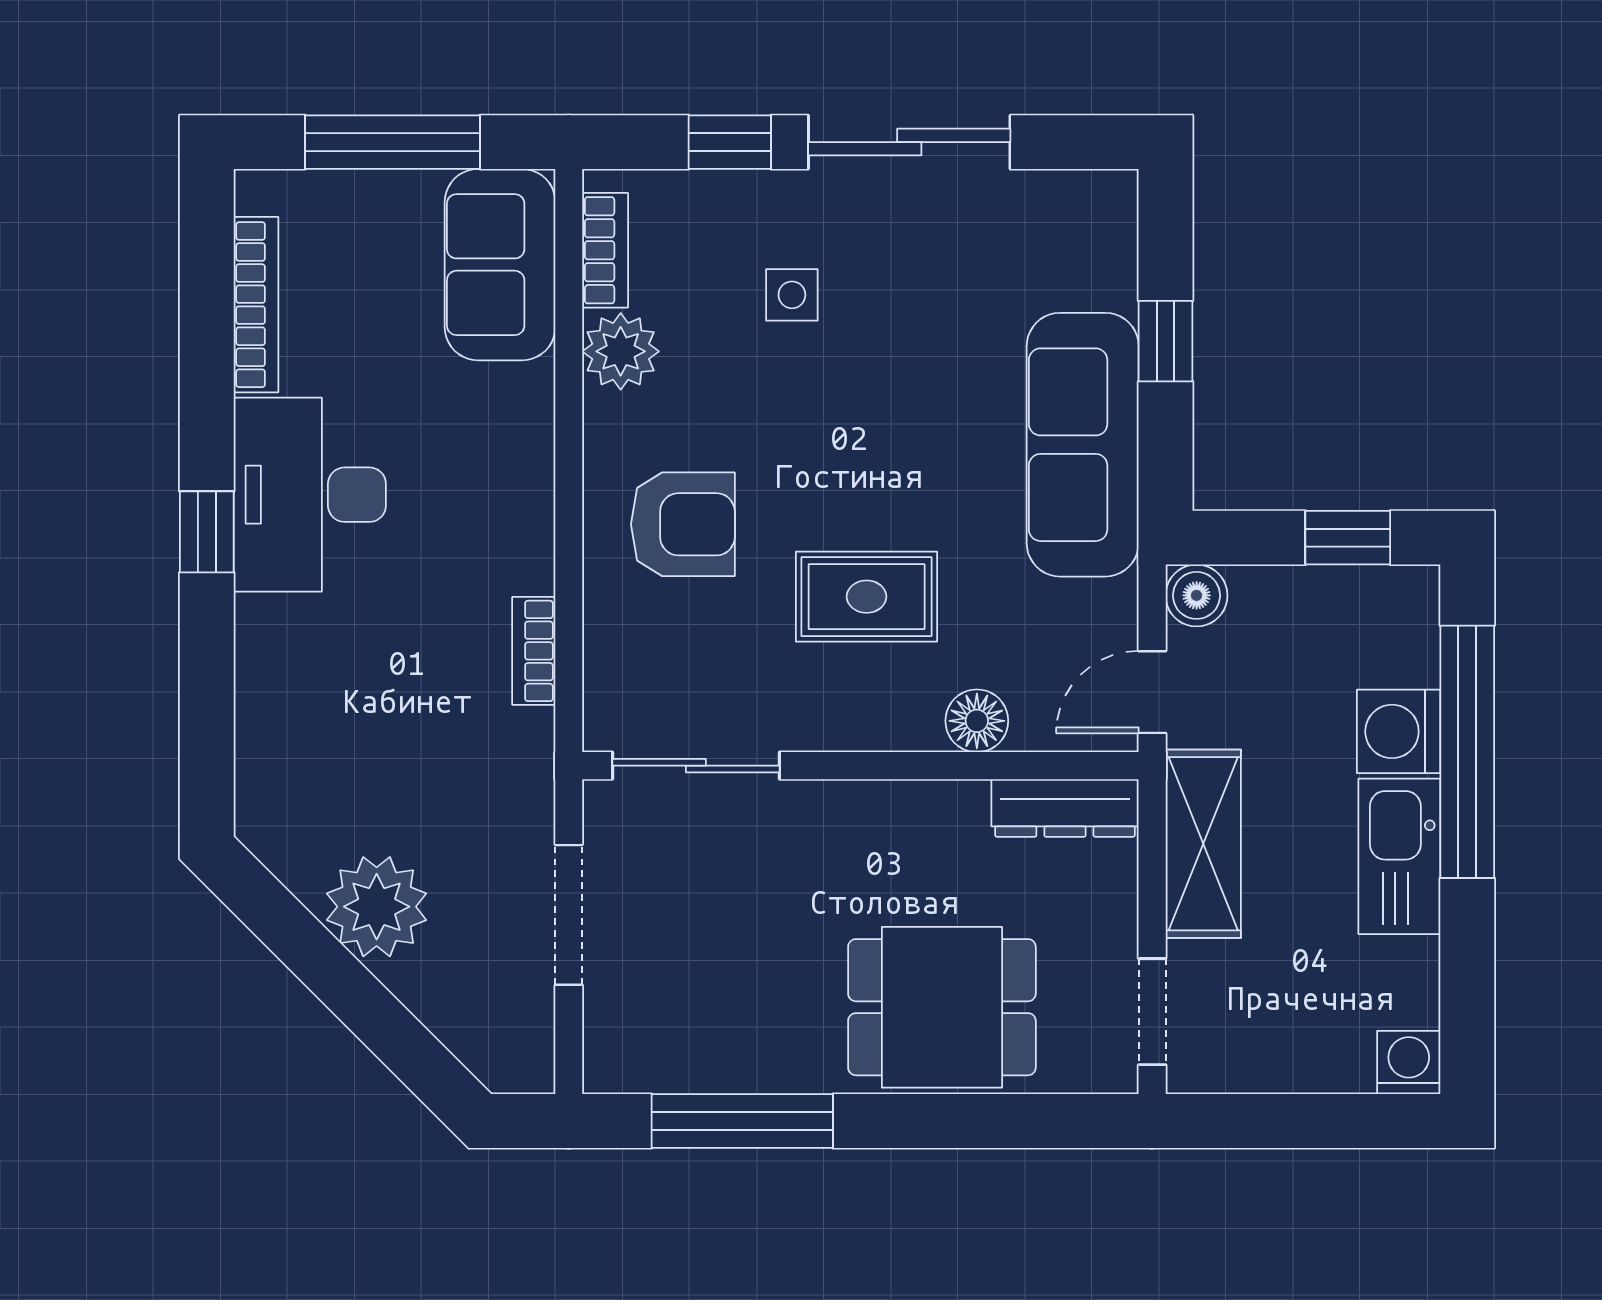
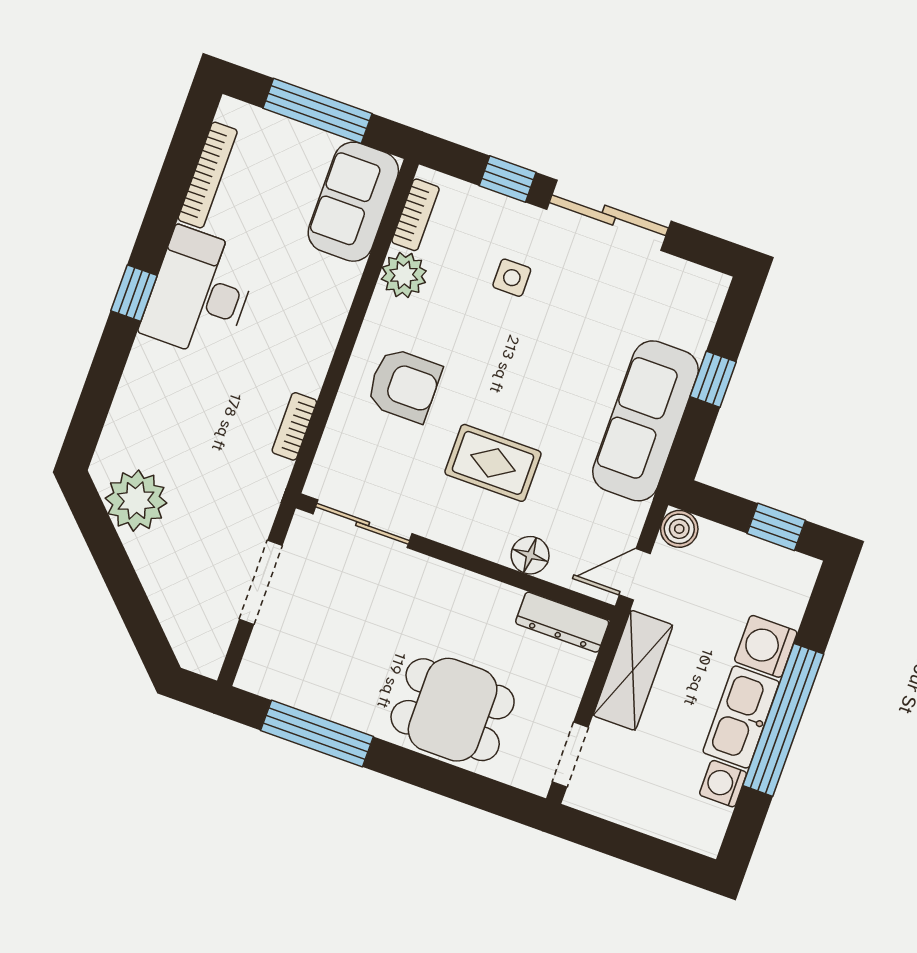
window: (1467, 752) -> (783, 720), moved
plant: (377, 907) -> (136, 501), moved
washing machine: (1409, 1062) -> (723, 784), moved, turned -90

